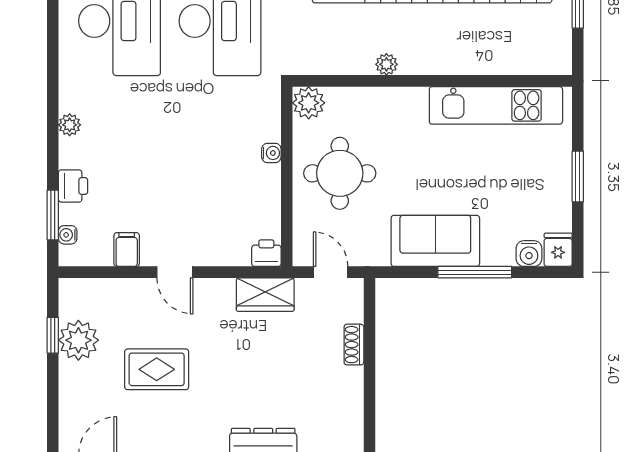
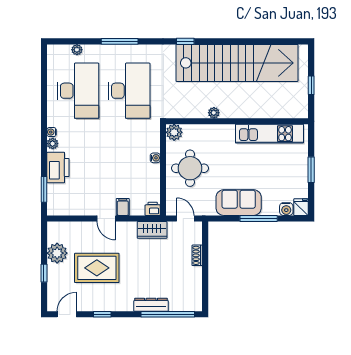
printer: (73, 186) -> (58, 168), width x1.87, depth x1.48
water cooler: (68, 235) -> (52, 132), moved
filing cabinet: (127, 250) -> (123, 207), moved
window: (53, 335) -> (44, 273), moved
rug: (157, 369) -> (97, 268), width x1.36, depth x1.43

